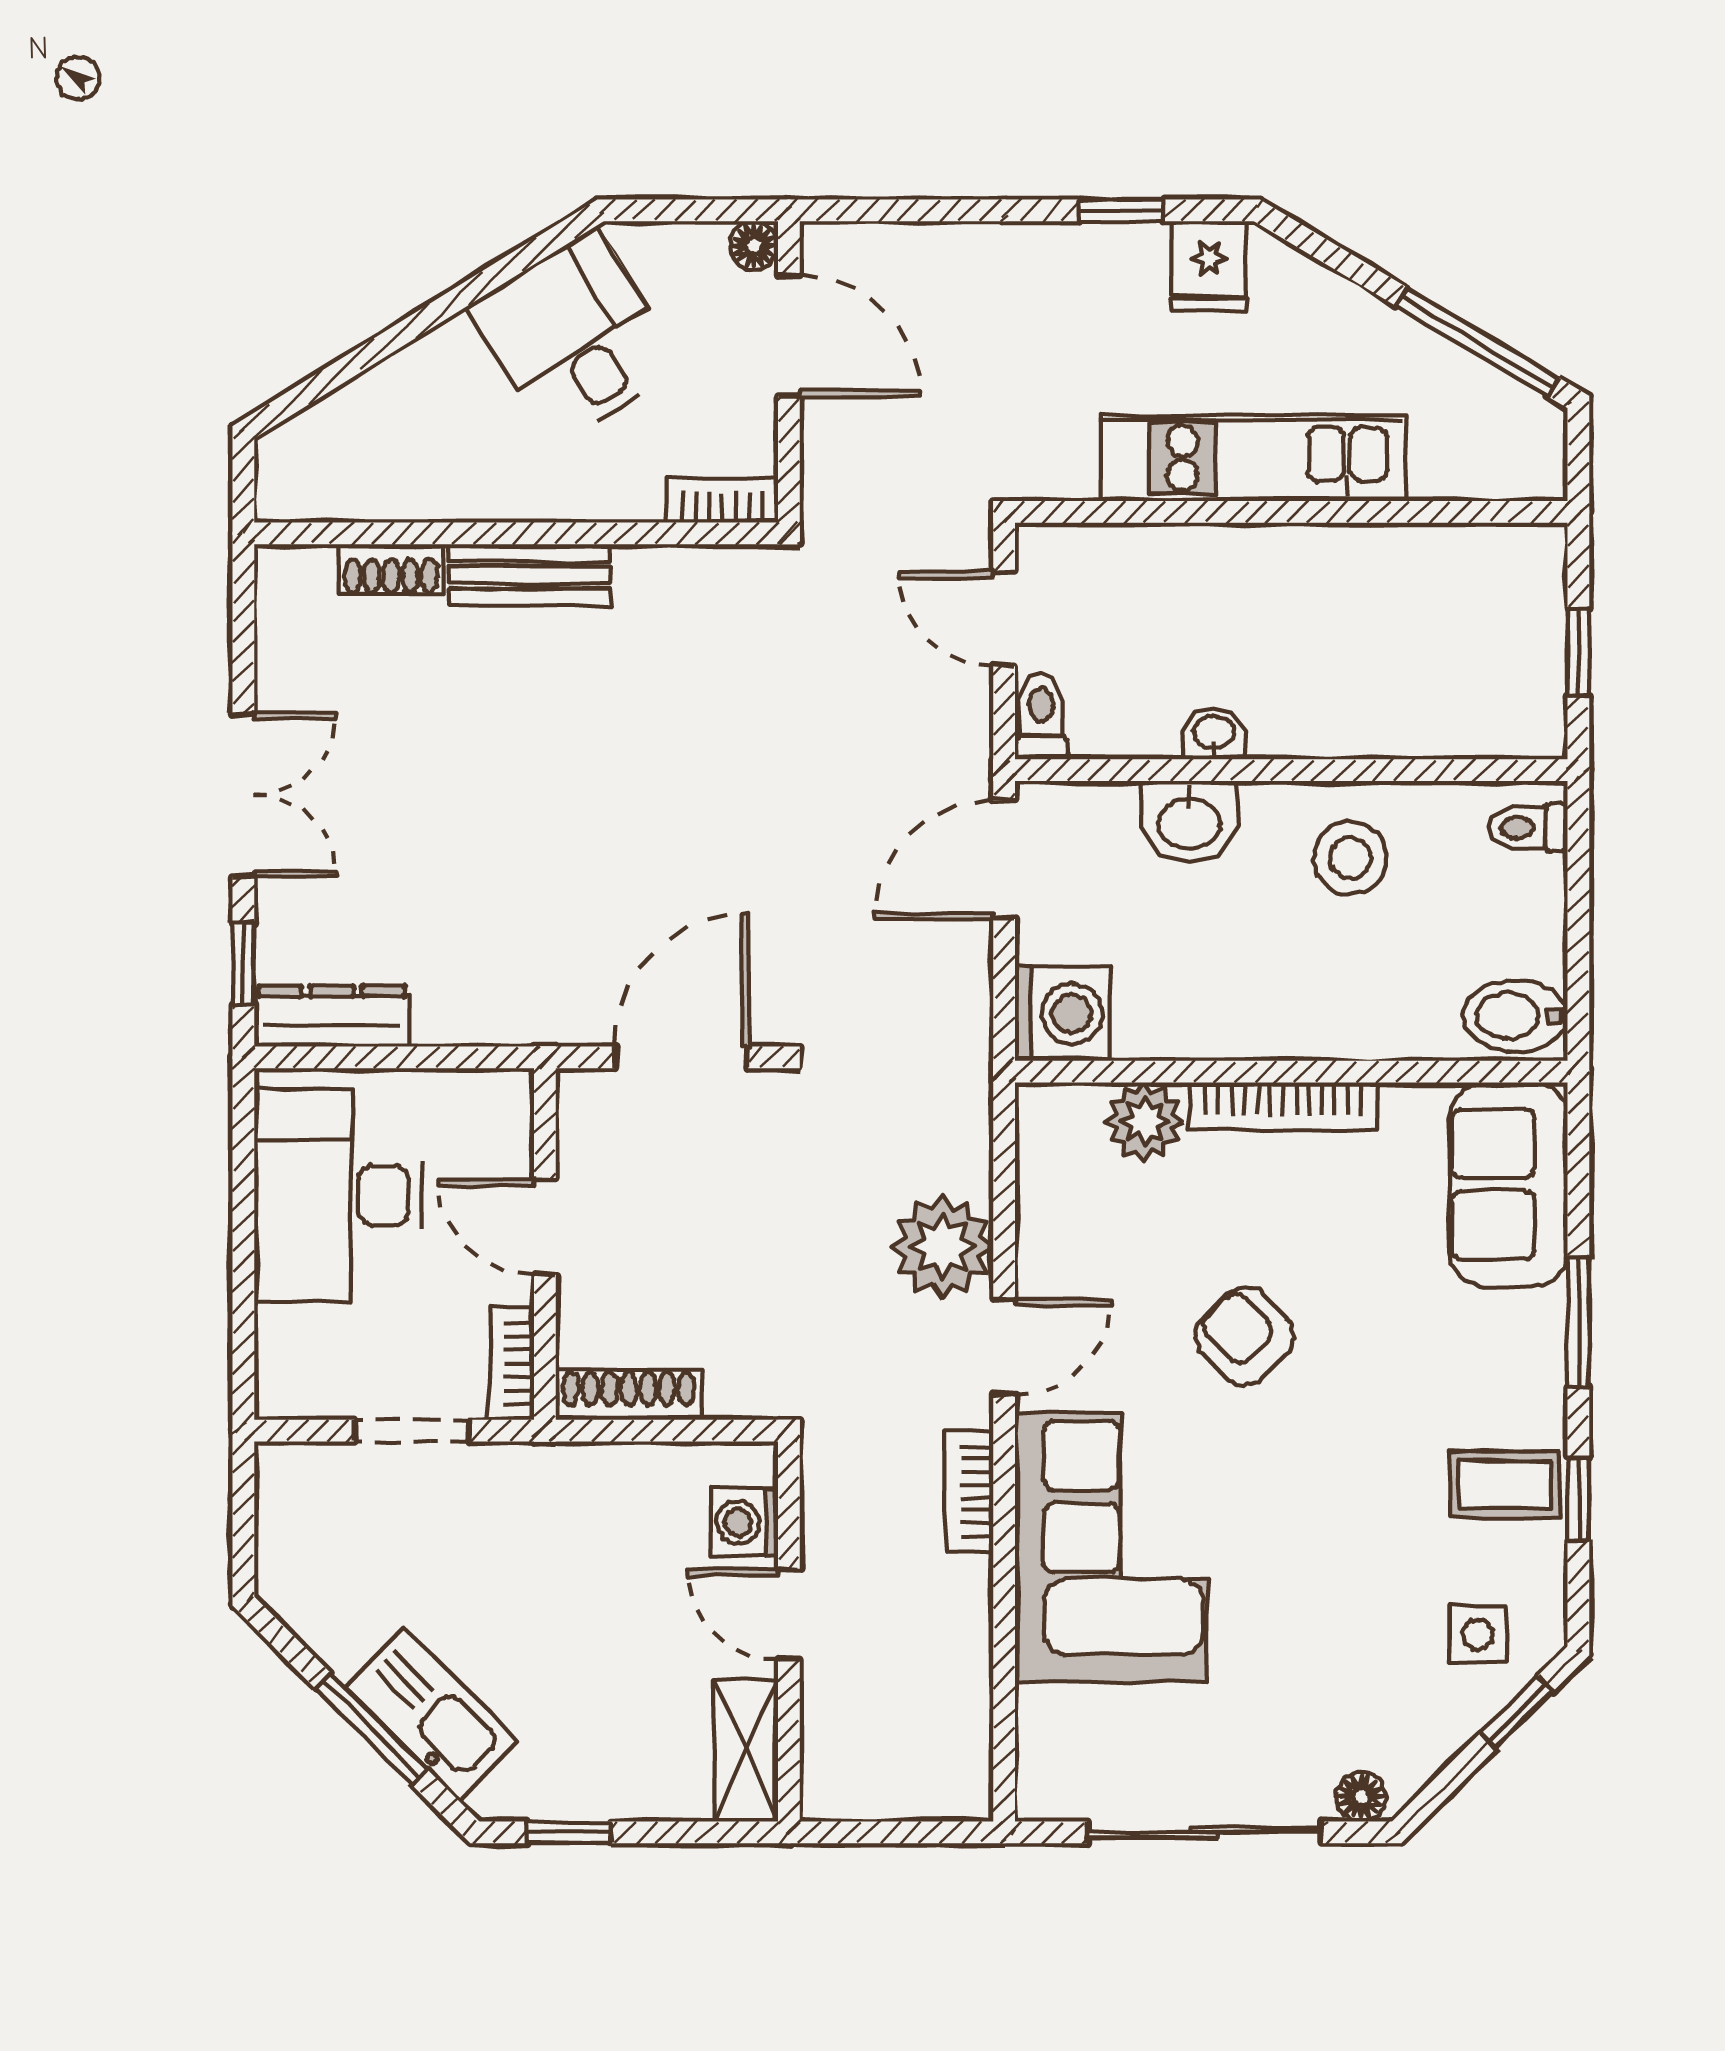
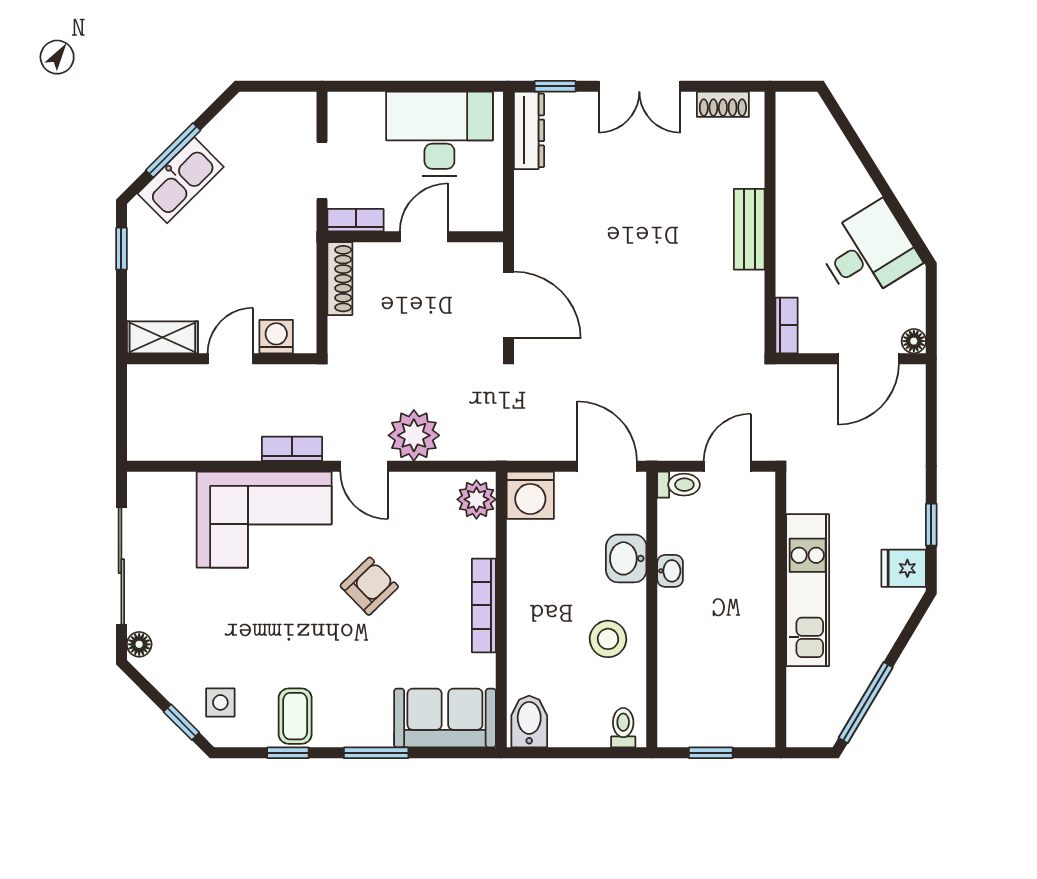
shoe rack: (391, 569) -> (723, 104), moved, turned -90
plant: (1145, 1121) -> (476, 499), moved

